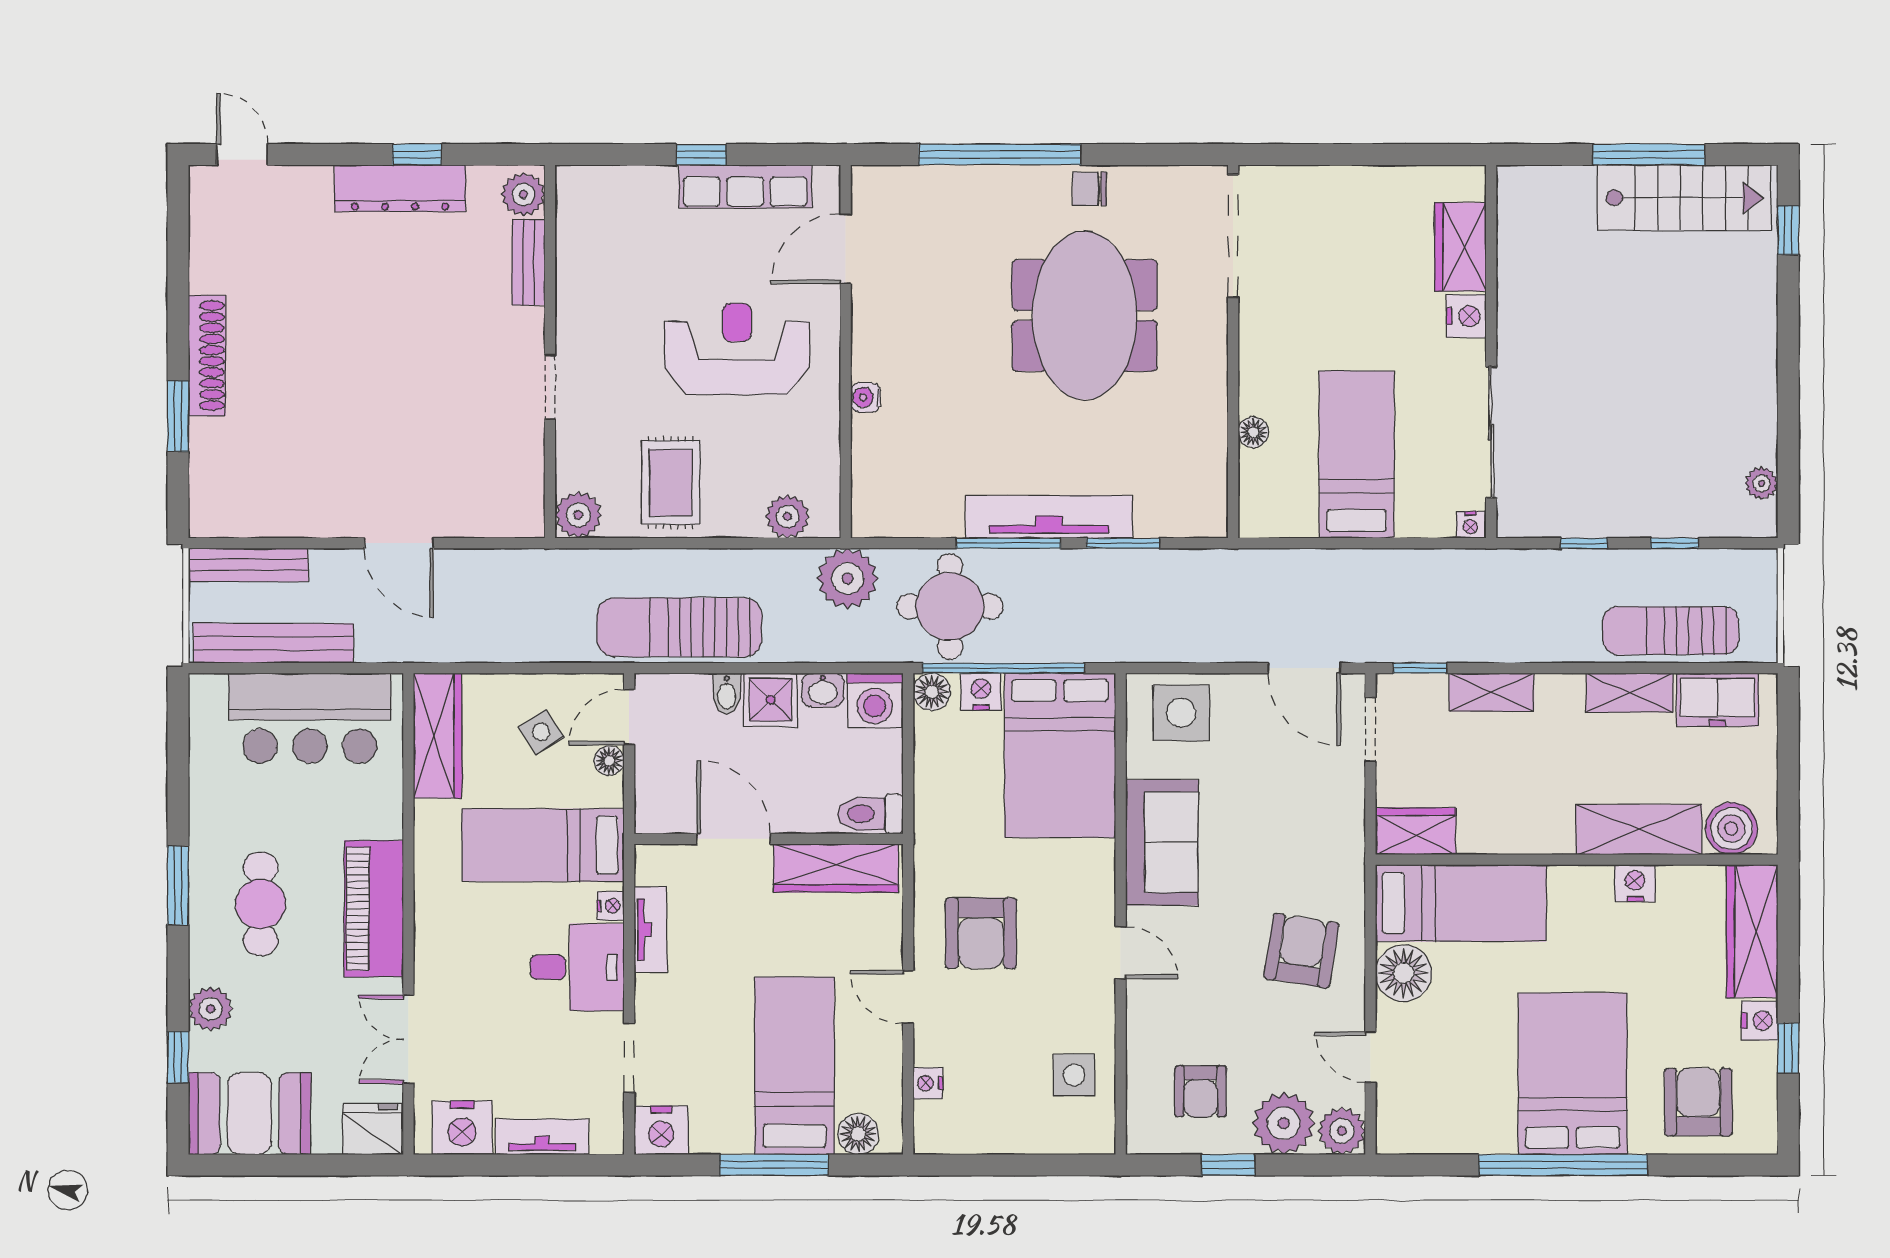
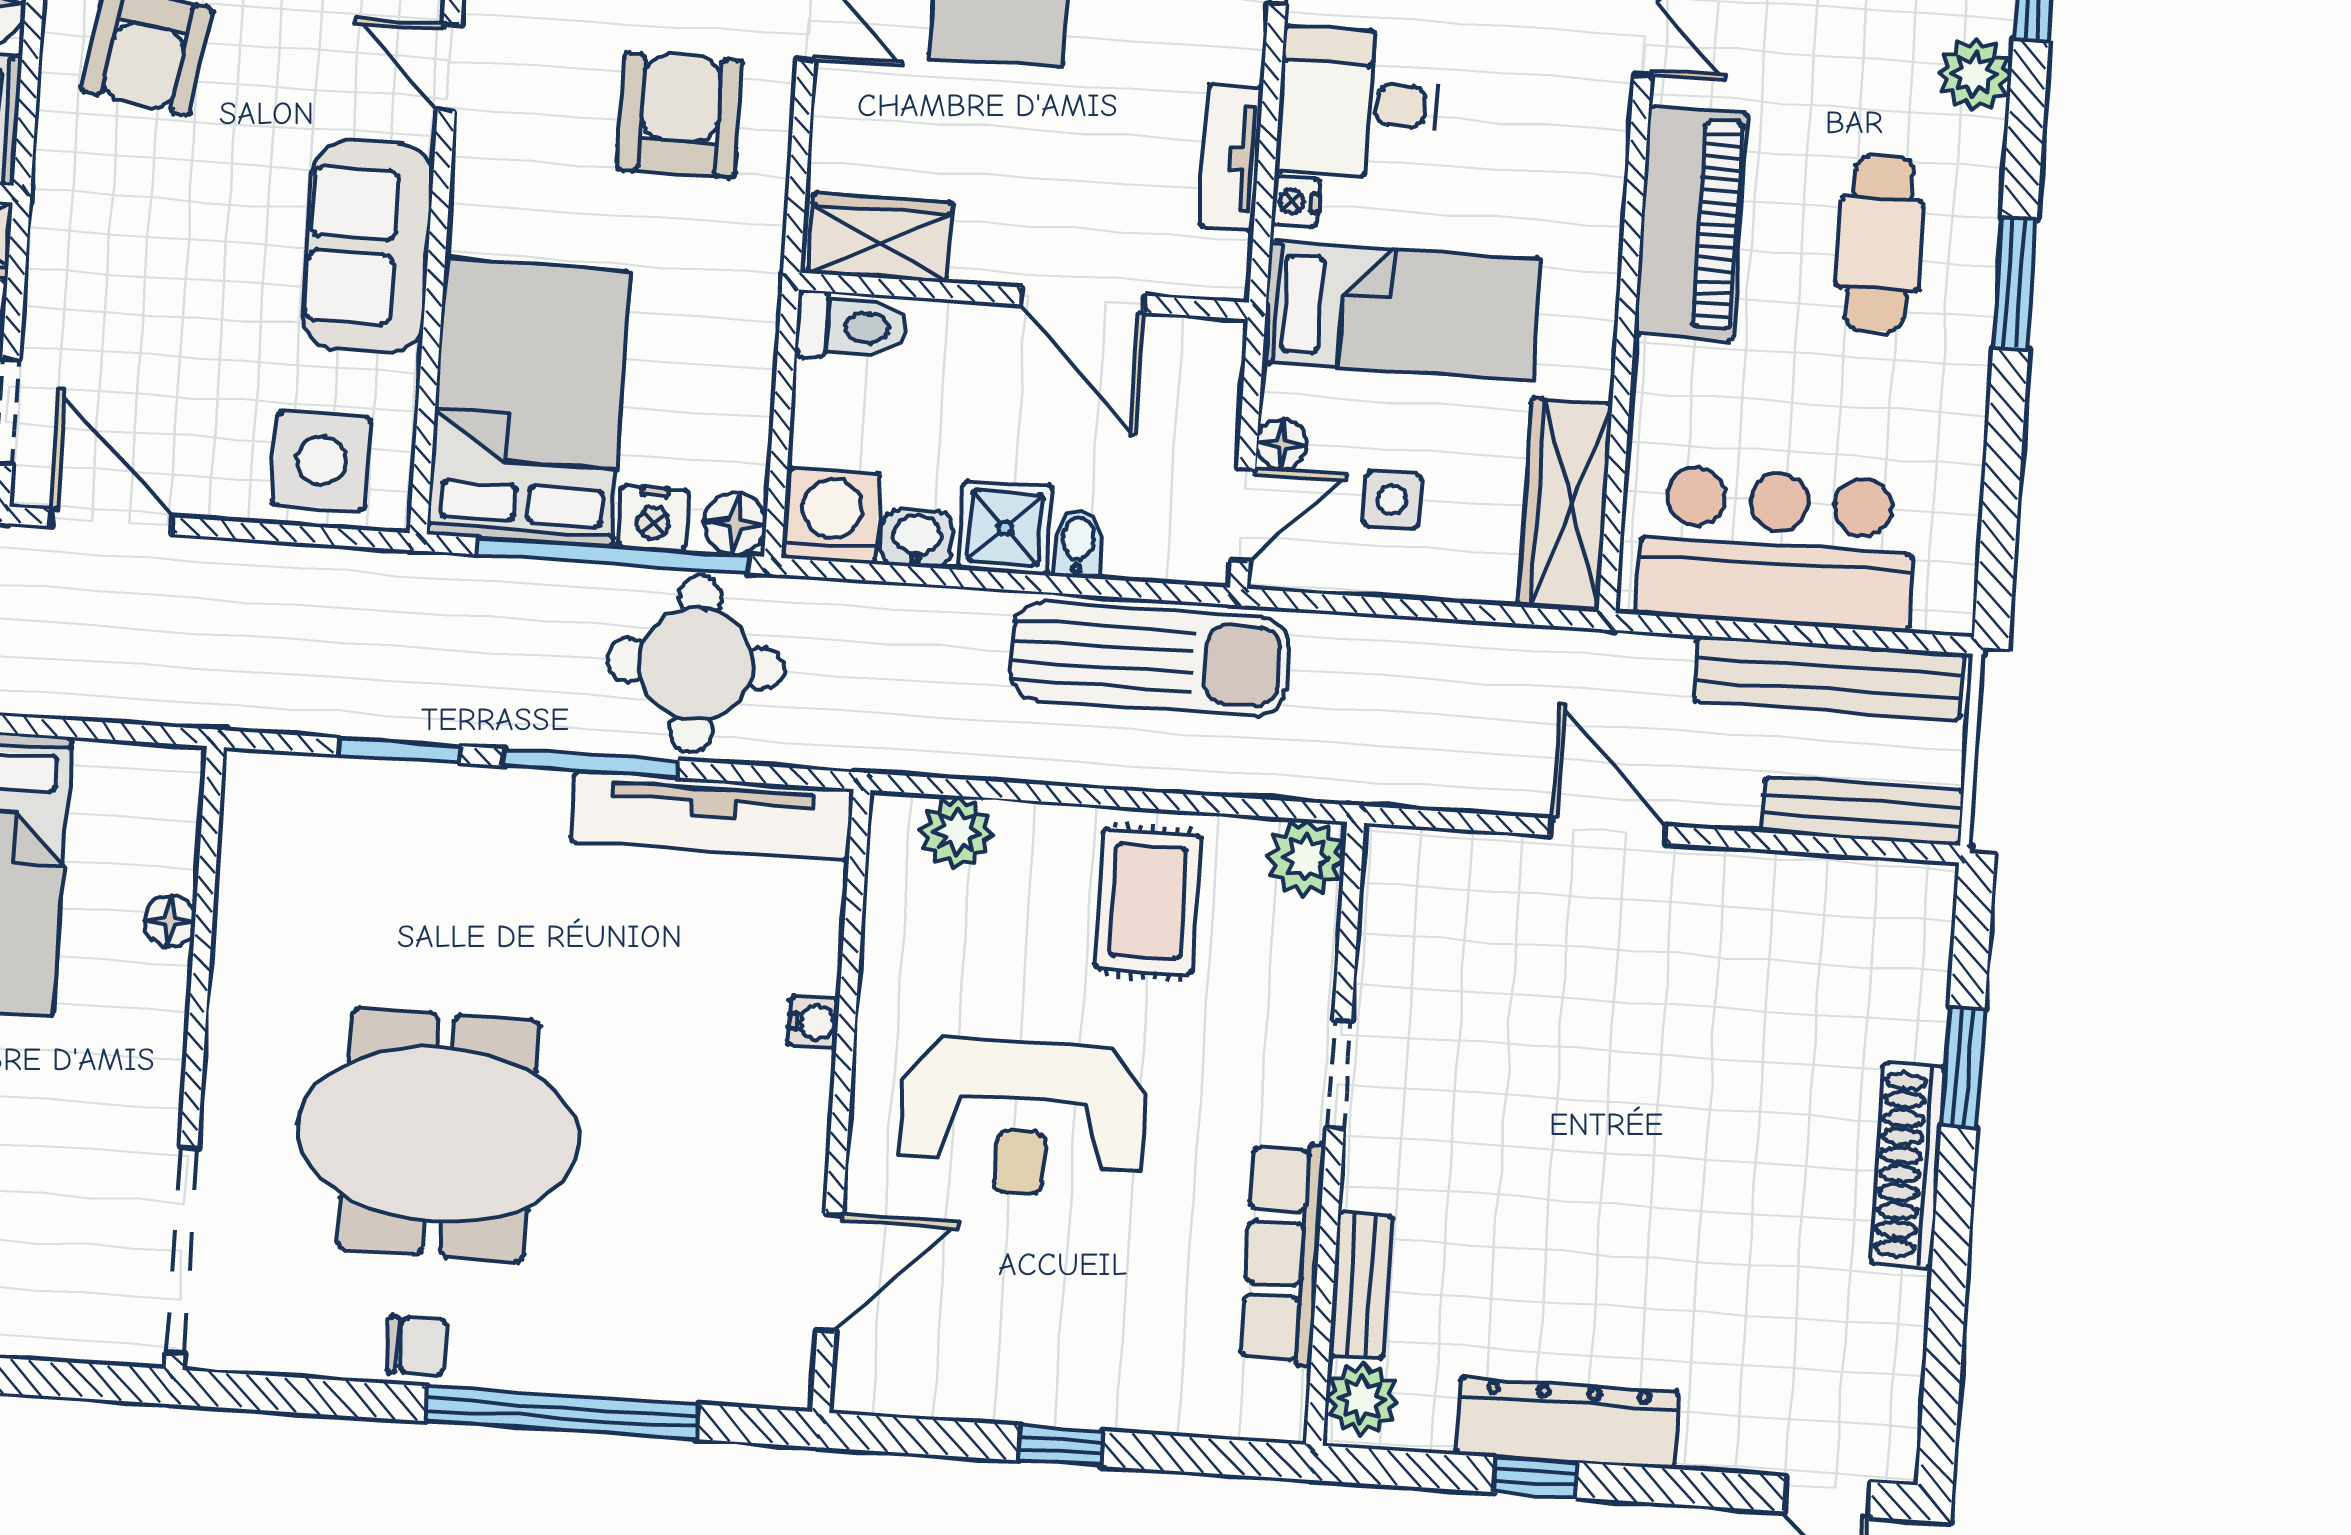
row of seats: (745, 186) -> (1283, 1254), moved, turned -90
meeting table: (1085, 315) -> (438, 1135), turned 90
tv unit: (1049, 517) -> (712, 815), moved
plant: (848, 579) -> (863, 722), removed
side table: (541, 732) -> (1392, 500), turned 33
wardrobe: (836, 868) -> (880, 238), width x0.67

